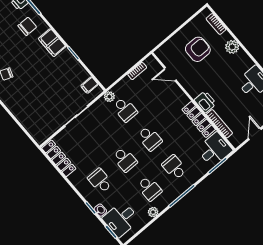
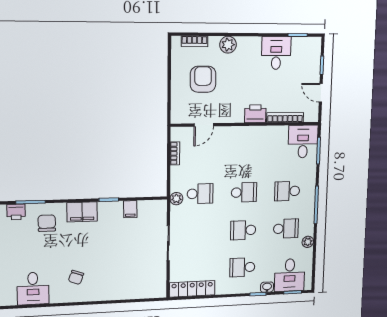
filing cabinet: (89, 85) -> (130, 209), moved
locker: (199, 119) -> (265, 133), removed
school desk: (125, 160) -> (243, 230), turned 180

